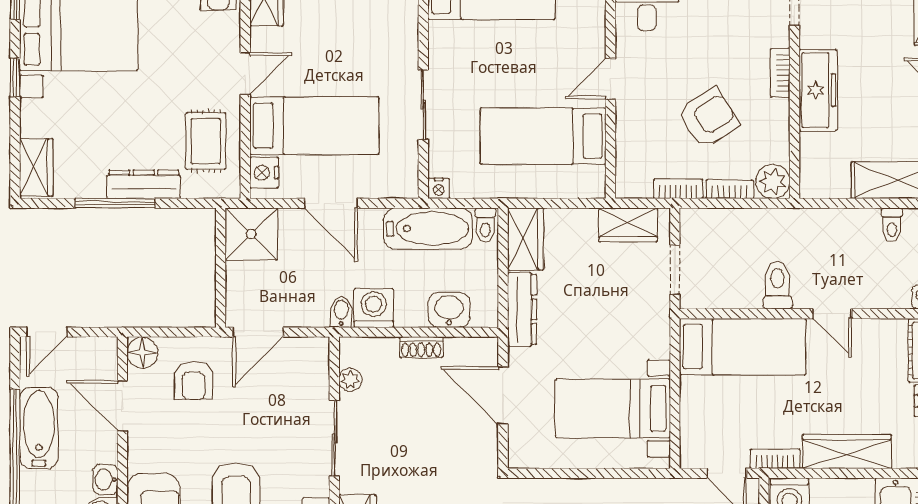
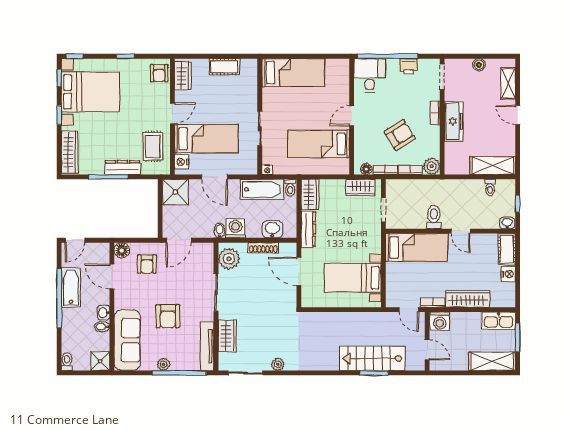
wardrobe: (36, 167) -> (70, 152), width x1.50
floor lamp: (640, 187) -> (366, 169), added
shoe rack: (421, 347) -> (263, 248), width x1.43
plant: (350, 380) -> (229, 259), width x1.87, depth x1.87

